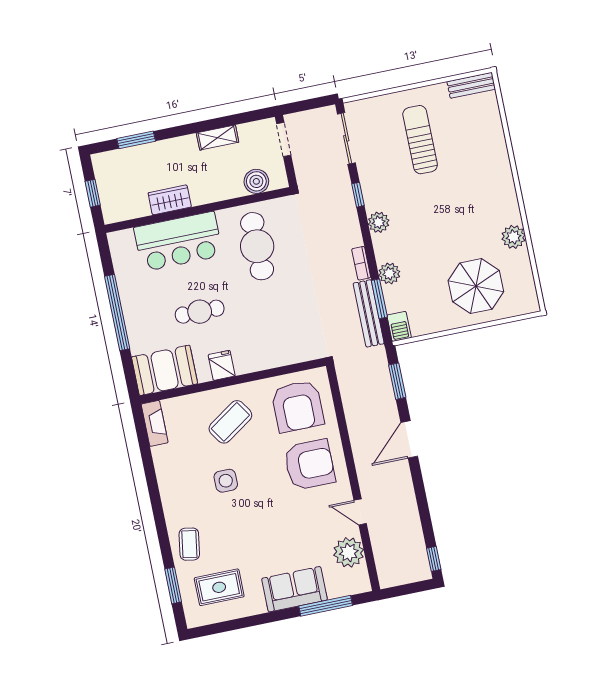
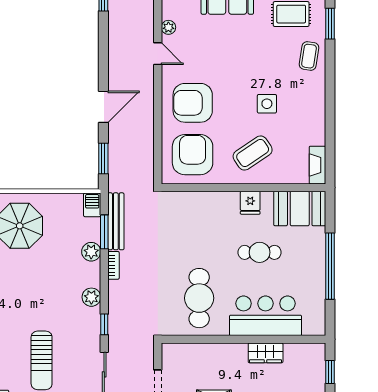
boiler: (256, 181) -> (188, 353), removed
plant: (349, 552) -> (168, 27), width x0.53, depth x0.53

